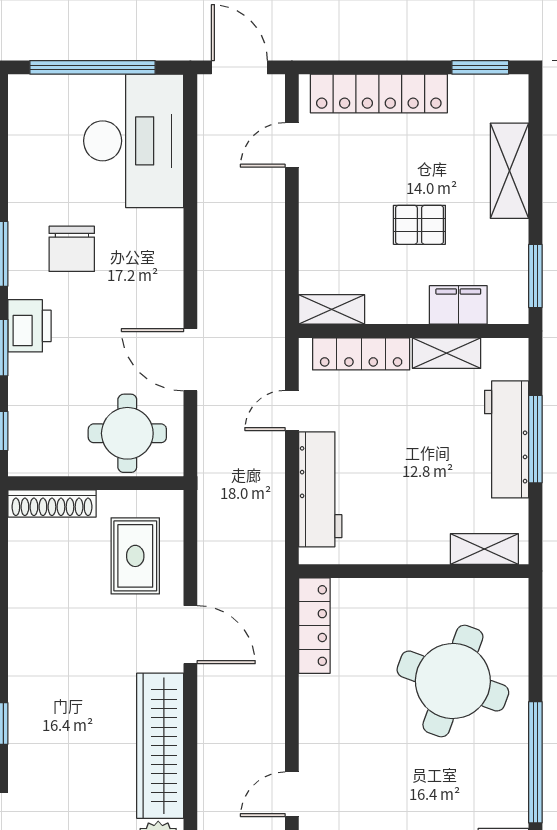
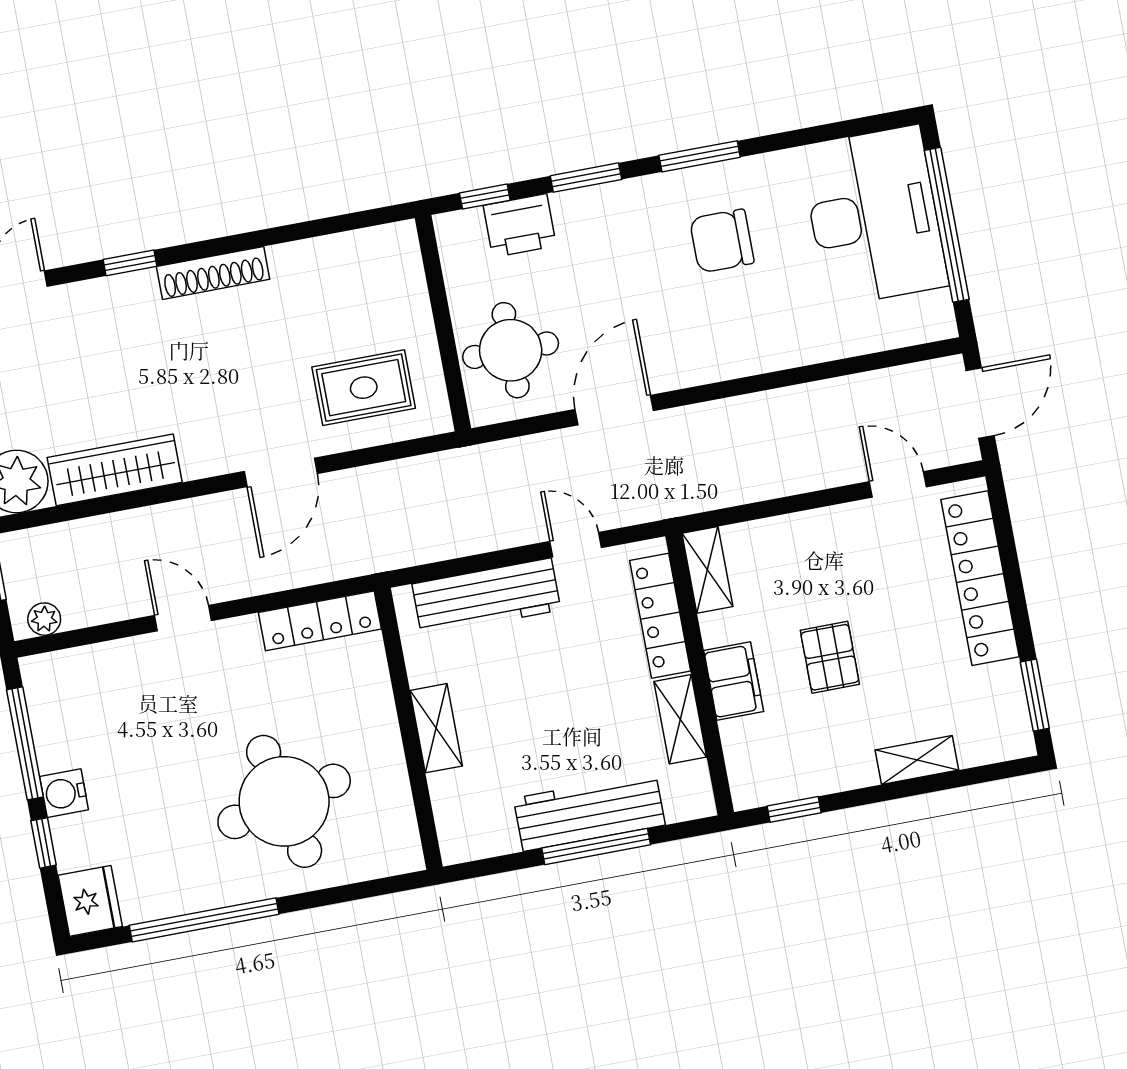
desk: (134, 141) -> (874, 216), moved, turned -90
shelving: (509, 171) -> (917, 760), width x0.67, depth x0.75
window: (535, 276) -> (794, 809), width x0.67
filing cabinet: (458, 305) -> (734, 681), moved
printer: (29, 326) -> (520, 226), moved
shoe rack: (52, 504) -> (213, 273), moved, turned -90
shelving: (484, 549) -> (436, 728), moved
round table: (453, 681) -> (284, 801), turned -32
wardrobe: (160, 746) -> (115, 470), width x0.71, depth x0.85
door: (292, 794) -> (183, 618), moved

